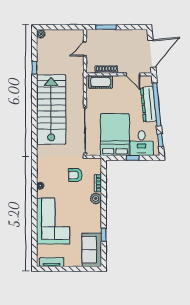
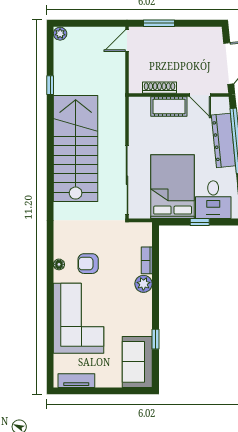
door: (85, 49) -> (127, 41), moved
cot: (101, 82) -> (169, 106), moved
armchair: (75, 175) -> (88, 264), moved

